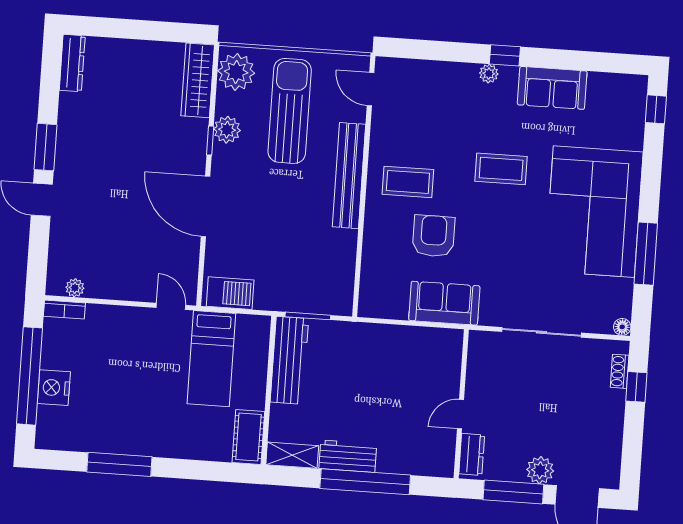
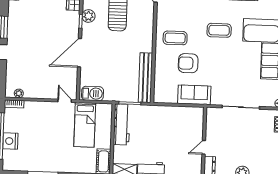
bench: (349, 176) -> (146, 78), moved
door: (206, 206) -> (79, 53), hinge flipped
armchair: (434, 236) -> (188, 63), turned -90

